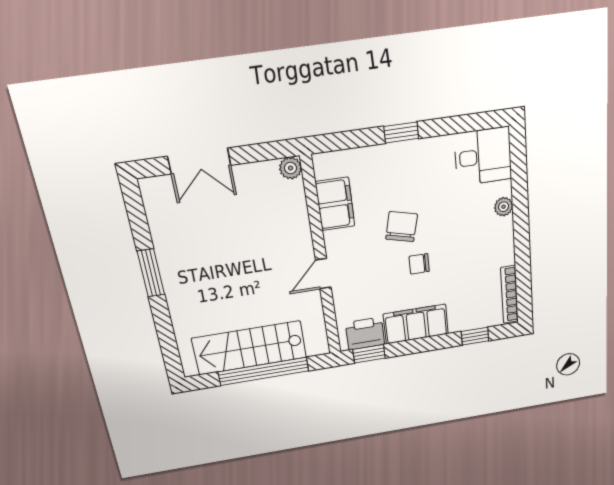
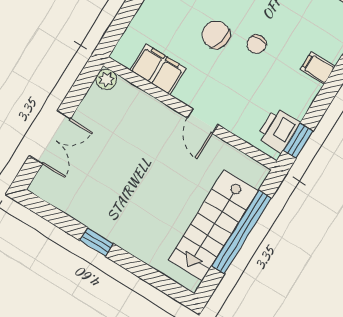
window: (151, 273) -> (97, 242), width x0.67
filing cabinet: (416, 324) -> (318, 68), width x0.33, depth x0.86

